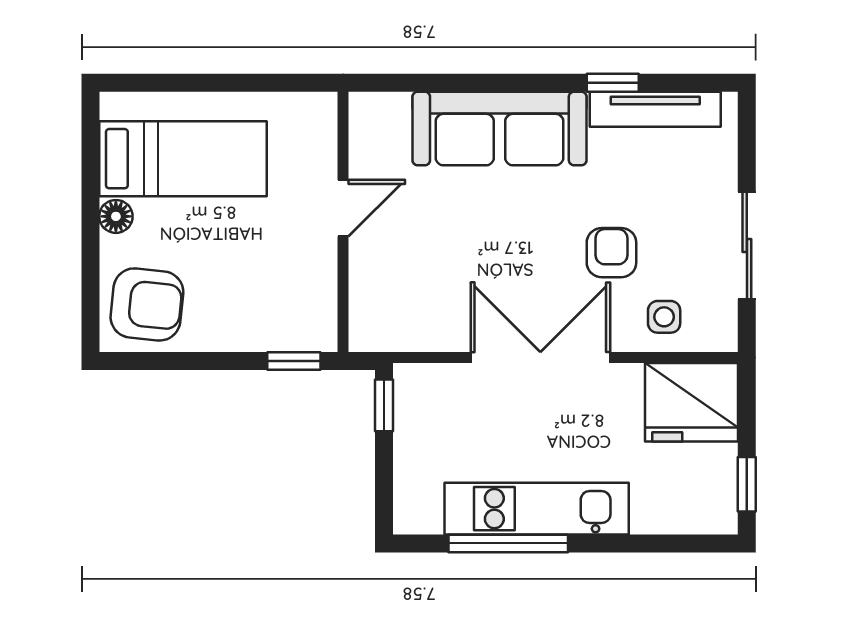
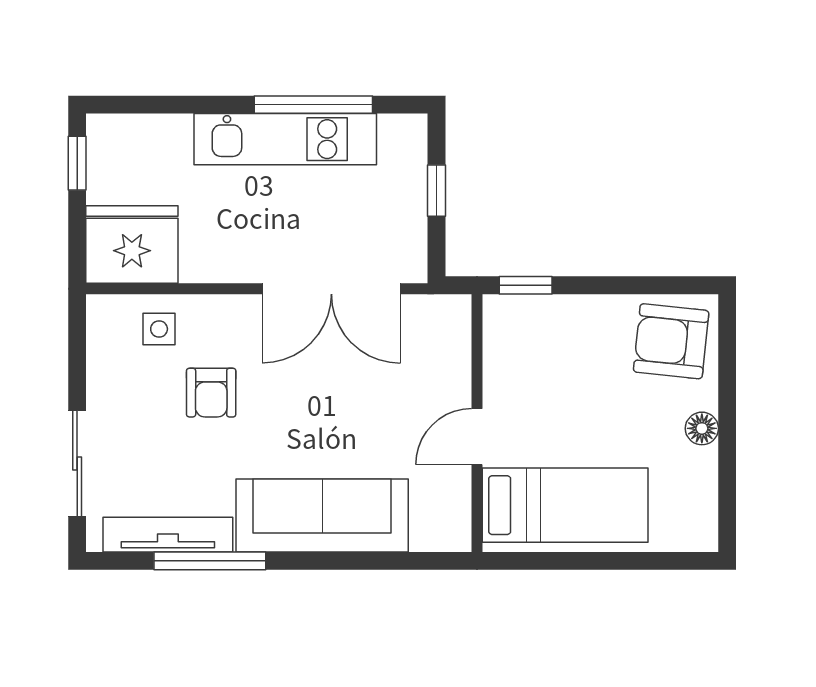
window: (613, 83) -> (210, 561), width x2.17
bed: (183, 159) -> (565, 505), moved, turned 180
sliding door: (747, 246) -> (77, 464), moved
double door: (540, 358) -> (331, 289), moved
window: (384, 405) -> (436, 191), moved

